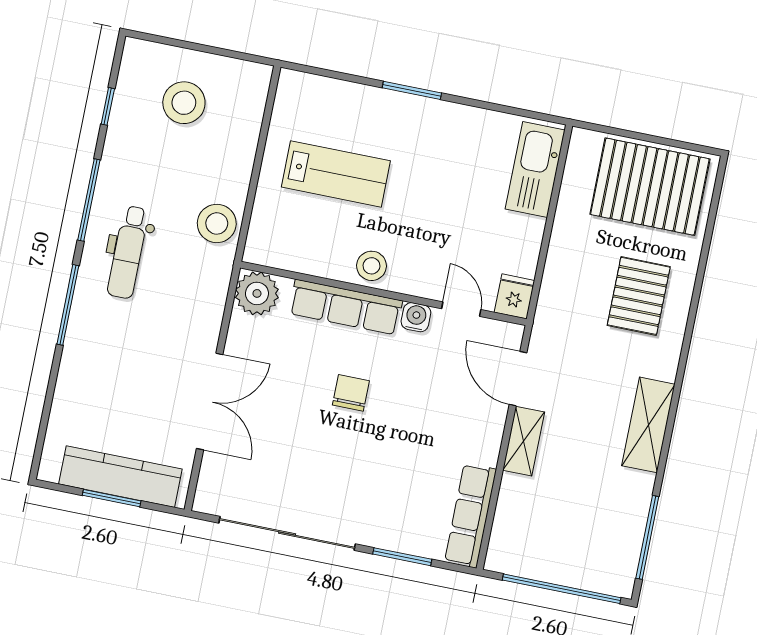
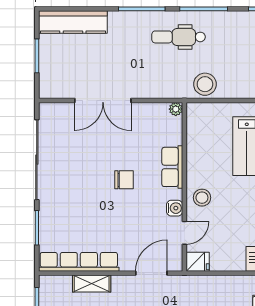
stool: (372, 266) -> (202, 198), moved
plant: (257, 293) -> (176, 109), width x0.53, depth x0.53
row of seats: (346, 307) -> (172, 167), width x0.68
shelving: (524, 441) -> (92, 283), moved
kitchen counter: (120, 477) -> (73, 22), moved, turned 90
row of seats: (471, 516) -> (79, 262), width x1.36

